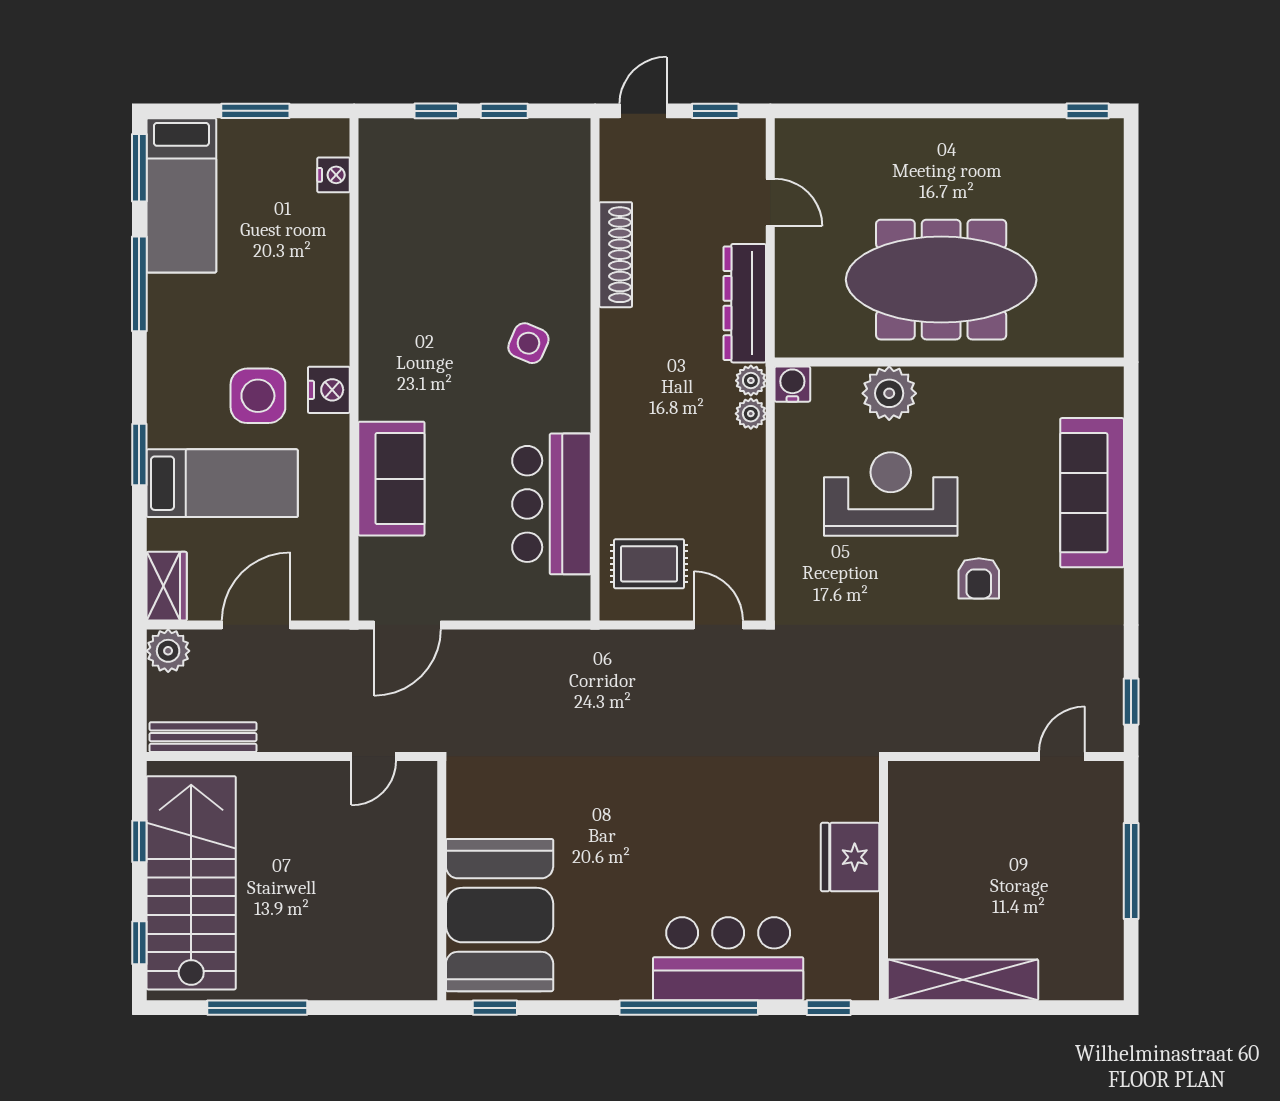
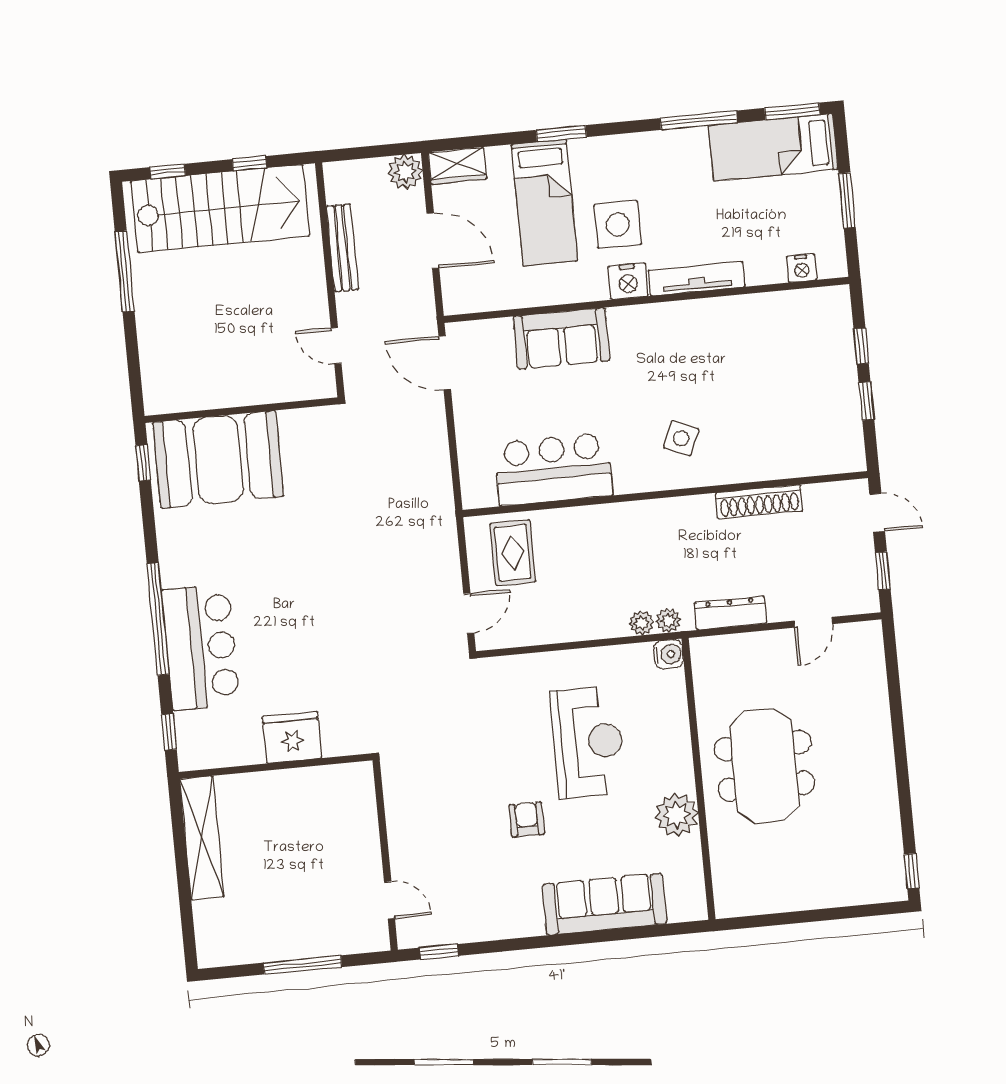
meeting table: (941, 280) -> (764, 766), width x0.73
dresser: (745, 303) -> (730, 613), width x0.73, depth x0.80
tv unit: (334, 305) -> (697, 279), added
plant: (889, 393) -> (677, 815), moved
armchair: (979, 578) -> (527, 819), turned 90
bench: (203, 737) -> (342, 248), moved

